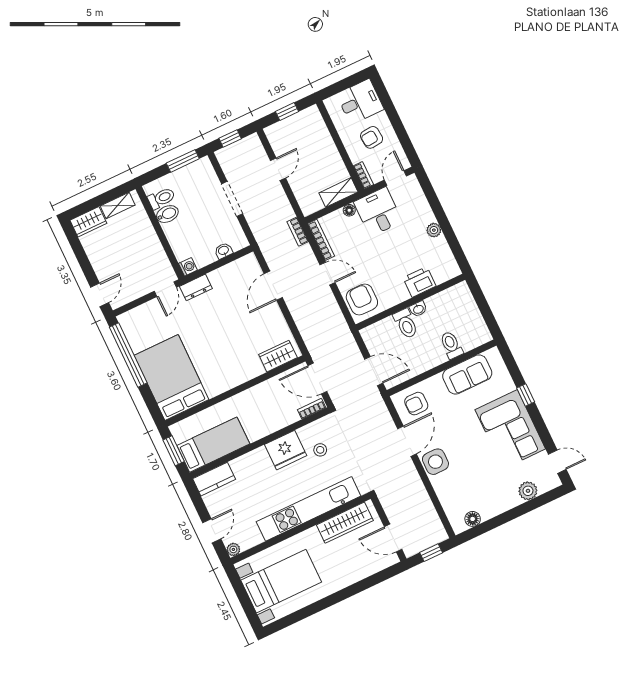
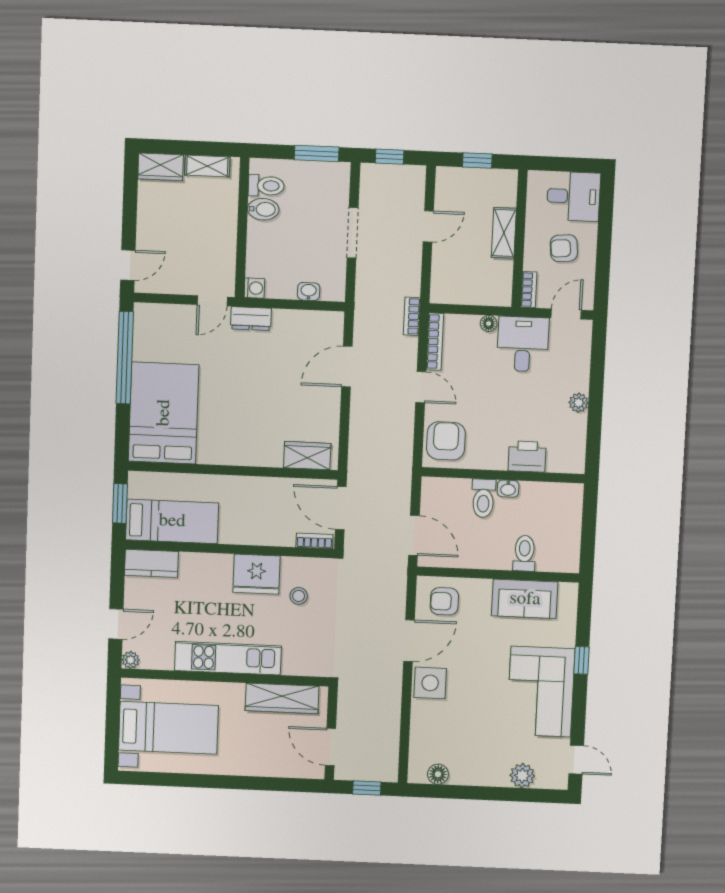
shelving: (338, 192) -> (504, 233), moved, turned 90
kitchen unit: (309, 509) -> (228, 658), width x0.73

